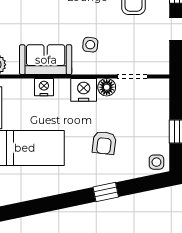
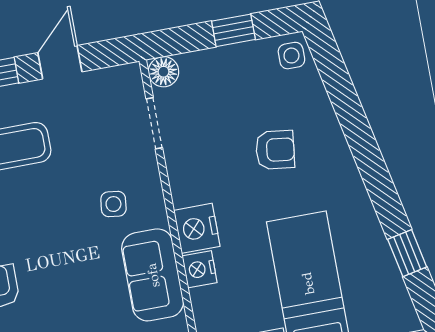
floor lamp: (107, 87) -> (163, 72), moved
nightstand: (84, 90) -> (197, 228), moved
window: (106, 192) -> (407, 253), moved

